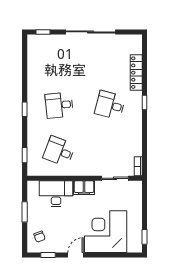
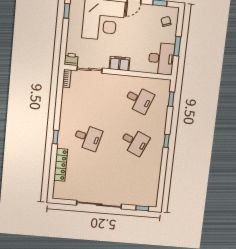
desk: (59, 105) -> (135, 142), turned 30
printer: (135, 187) -> (71, 59), added
desk: (56, 194) -> (161, 59), moved, turned -90

